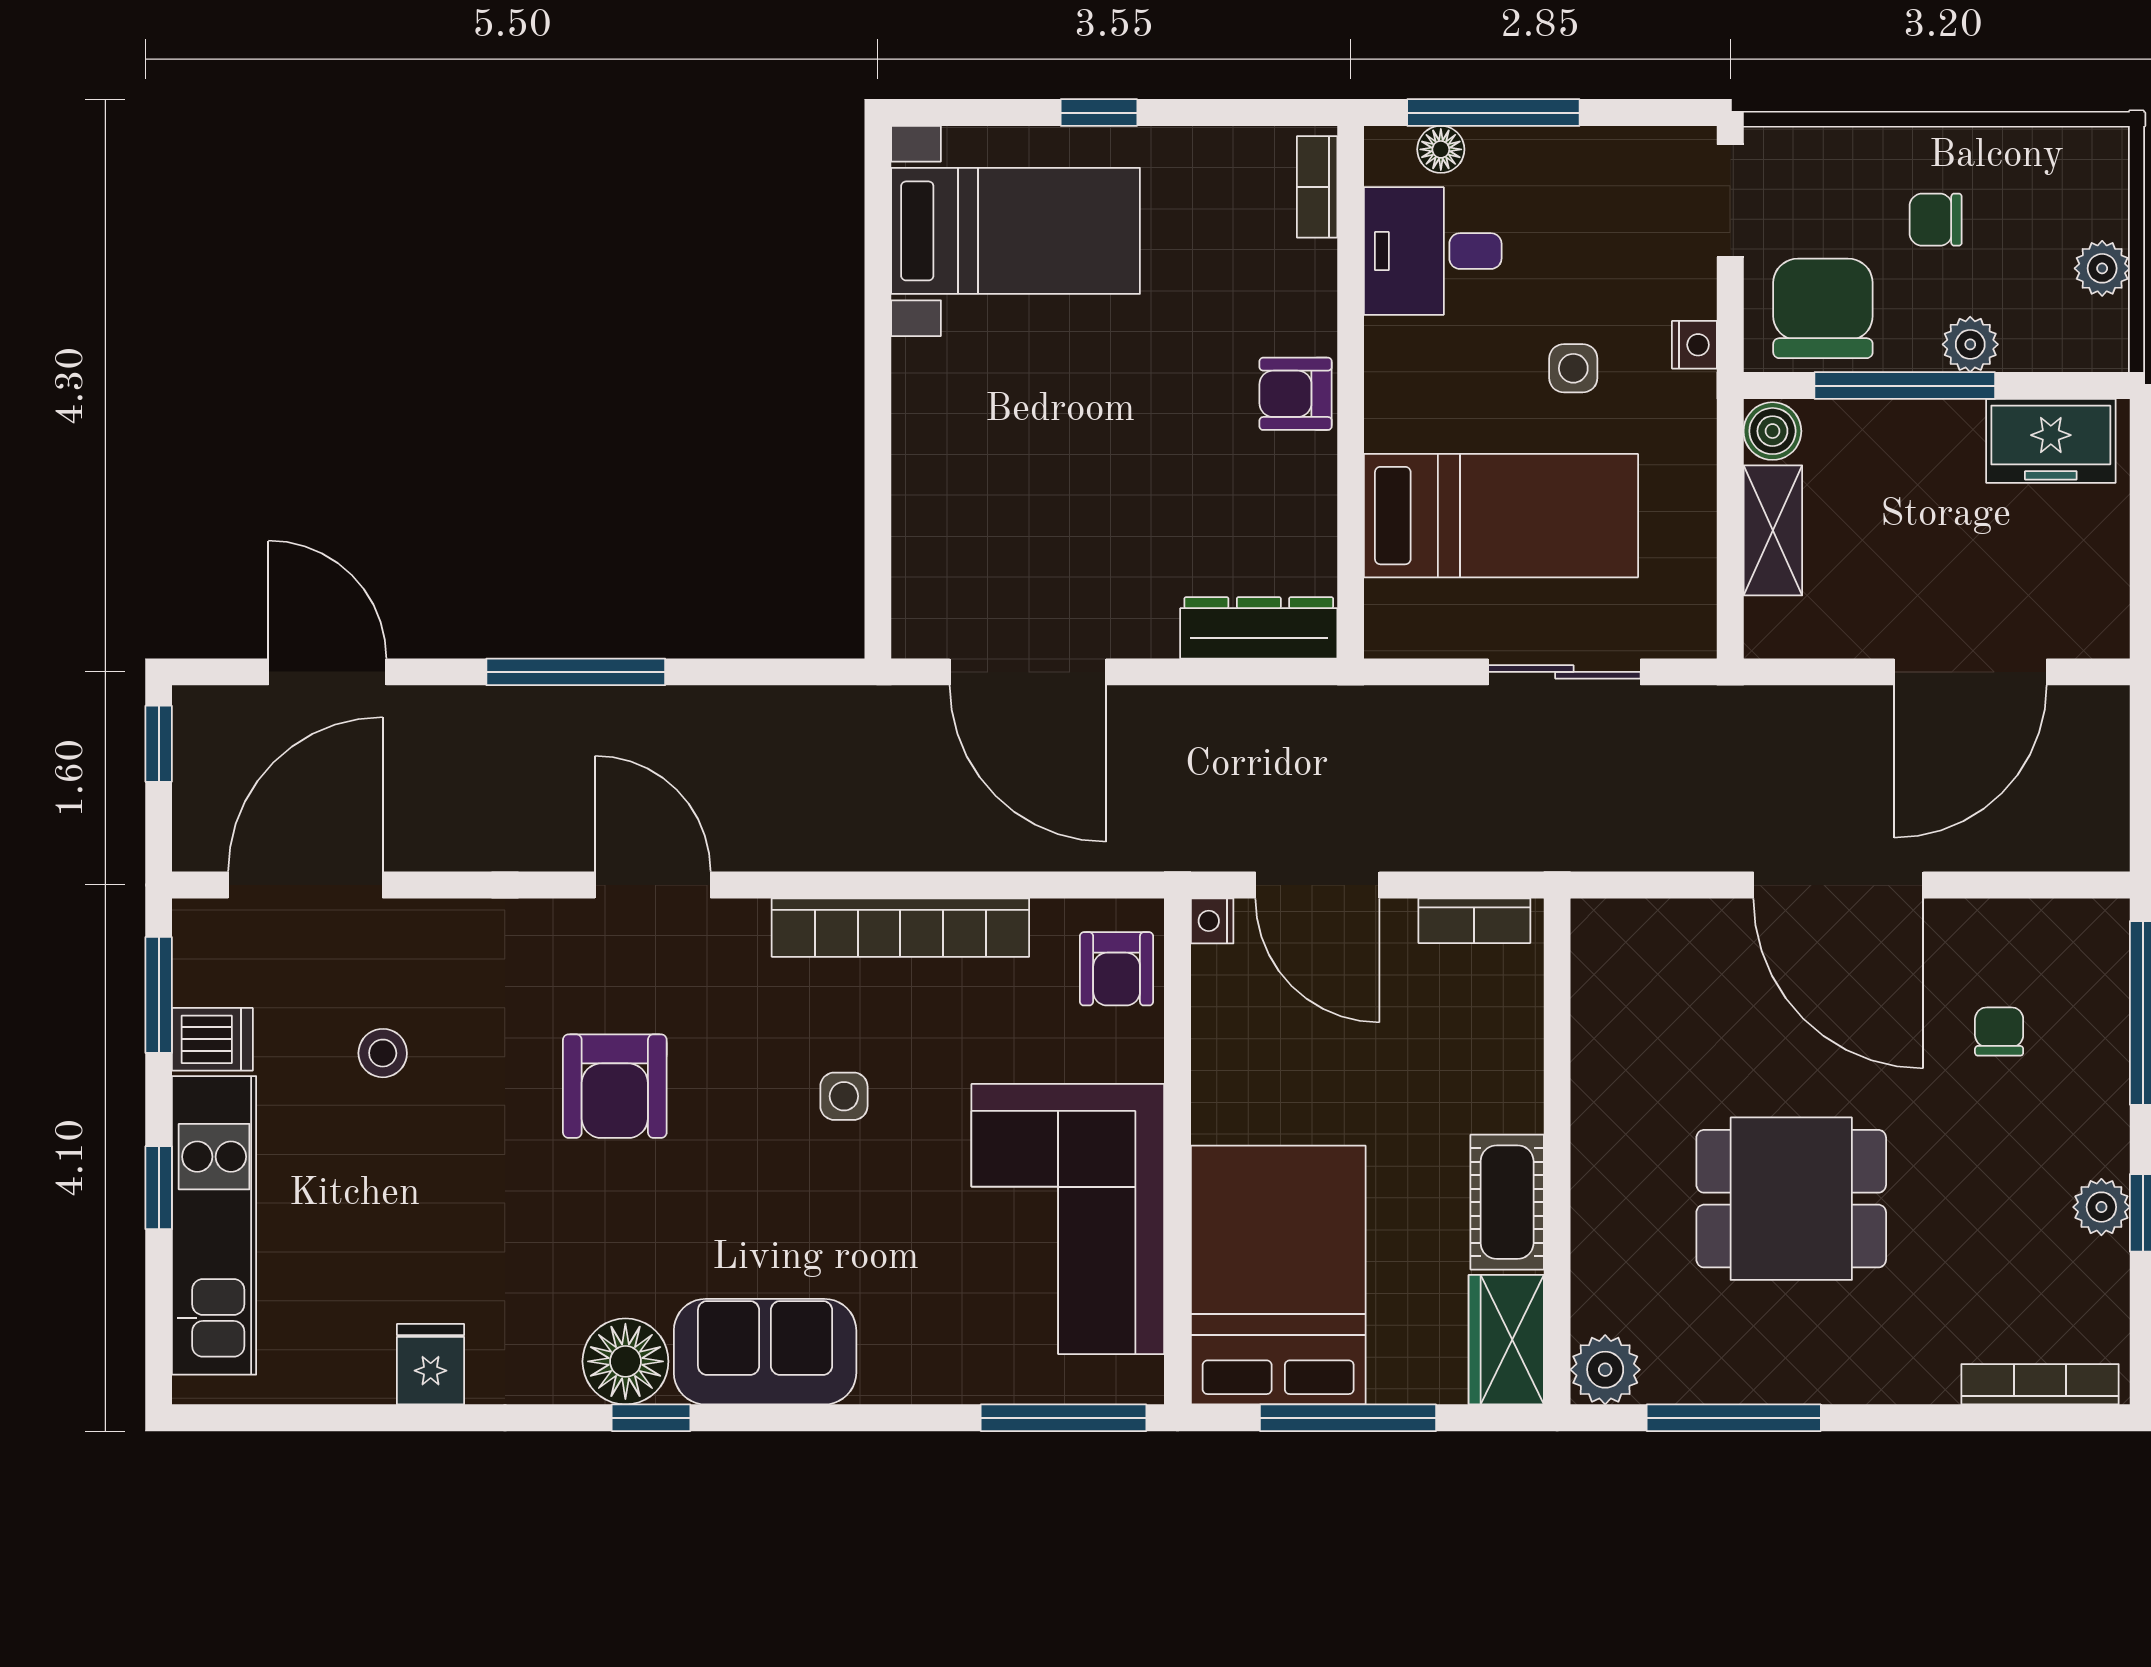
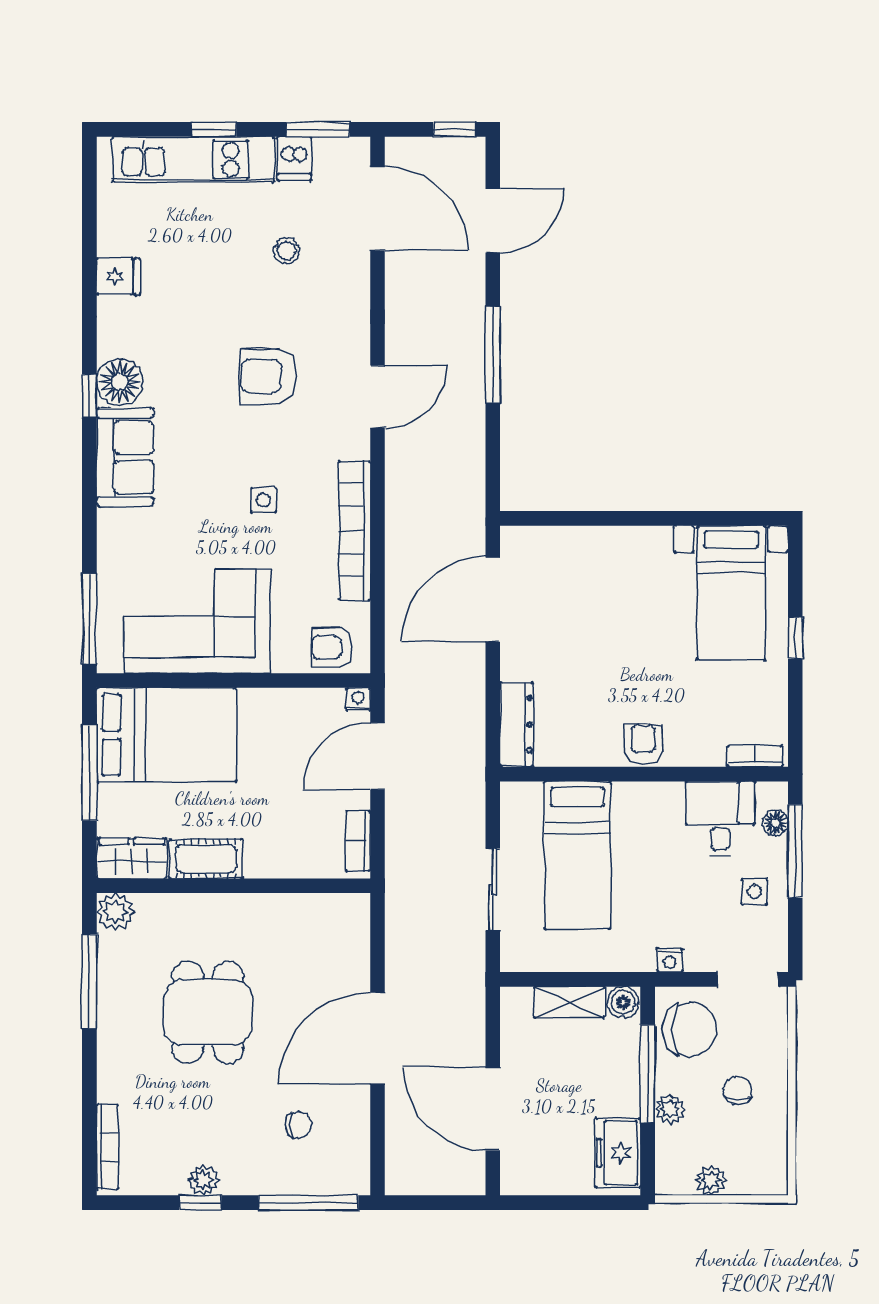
side table: (1573, 368) -> (754, 892), moved

